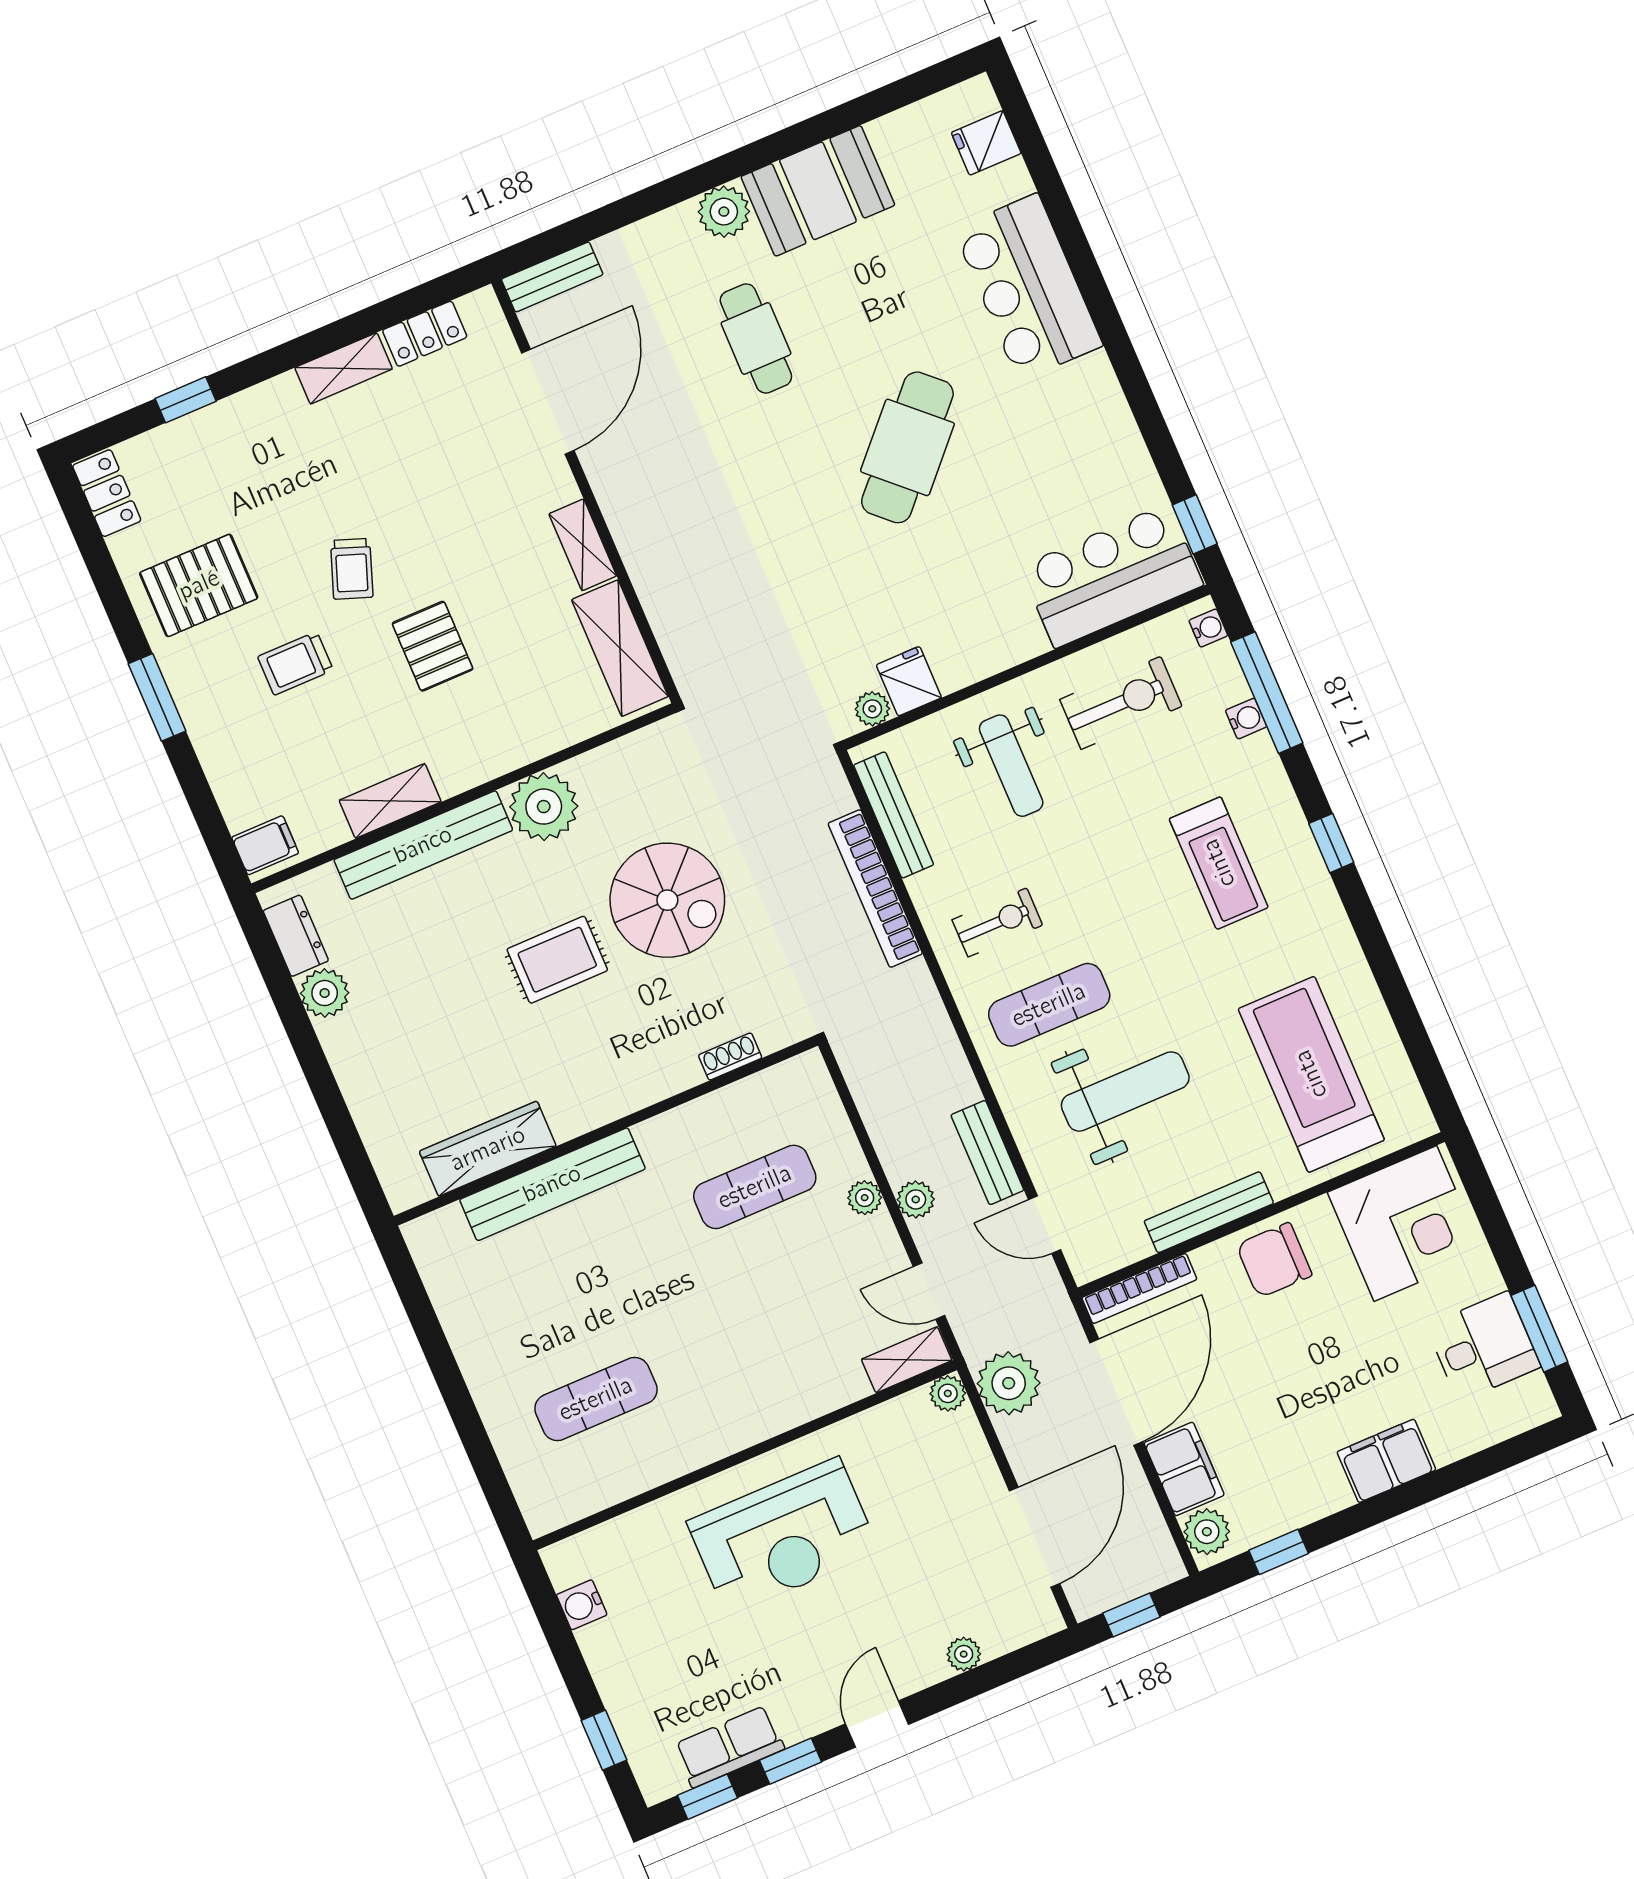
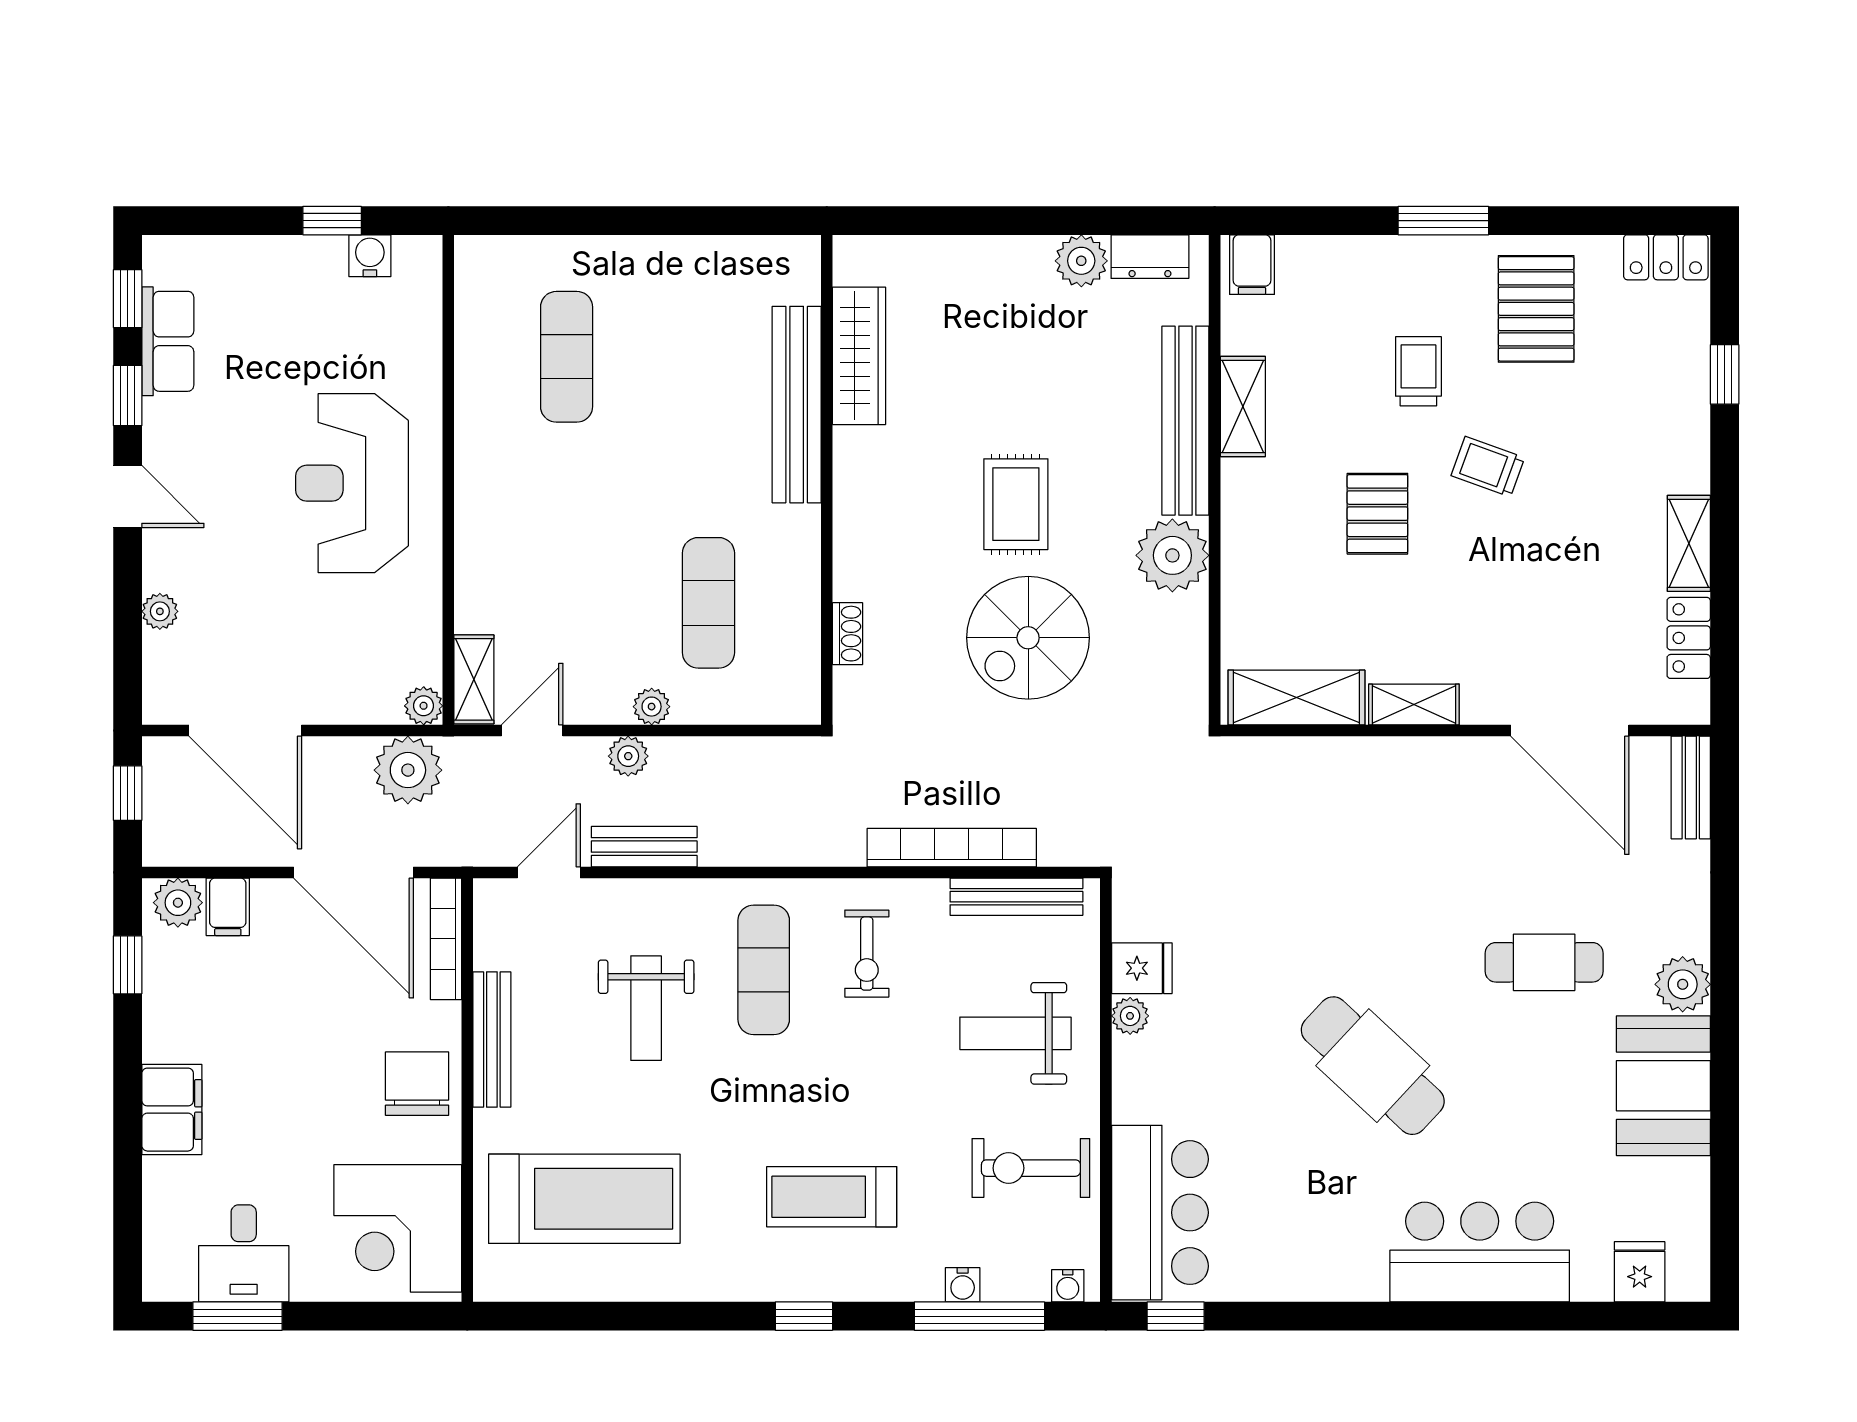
pallet: (433, 646) -> (1377, 514), turned 90
exercise bike: (1121, 703) -> (1031, 1168), turned 90
plant: (872, 709) -> (1130, 1016), moved
weight bench: (1125, 1092) -> (646, 1008), width x0.73, depth x0.75
filing cabinet: (1184, 1469) -> (228, 907), width x0.50
window: (604, 1740) -> (332, 221), moved

